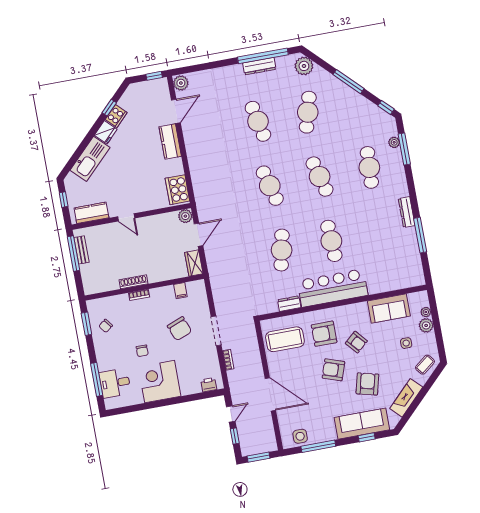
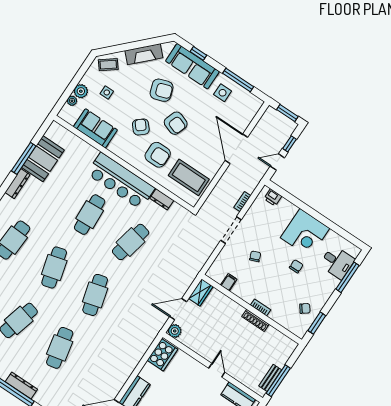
booth: (406, 249) -> (43, 159), added
chair: (180, 329) -> (255, 256), width x0.54, depth x0.54
armchair: (367, 384) -> (162, 90), turned -123
side table: (300, 436) -> (223, 93), moved

